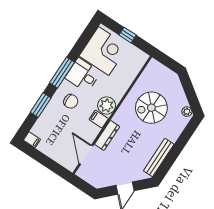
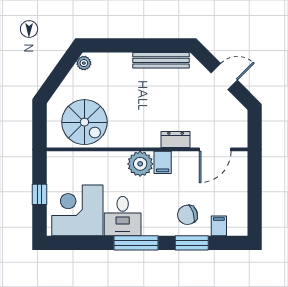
chair: (71, 101) -> (188, 215), moved, turned -107
spiral stairs: (151, 108) -> (84, 122), moved
dresser: (107, 135) -> (176, 140), width x0.70
filing cabinet: (32, 140) -> (219, 226), moved

